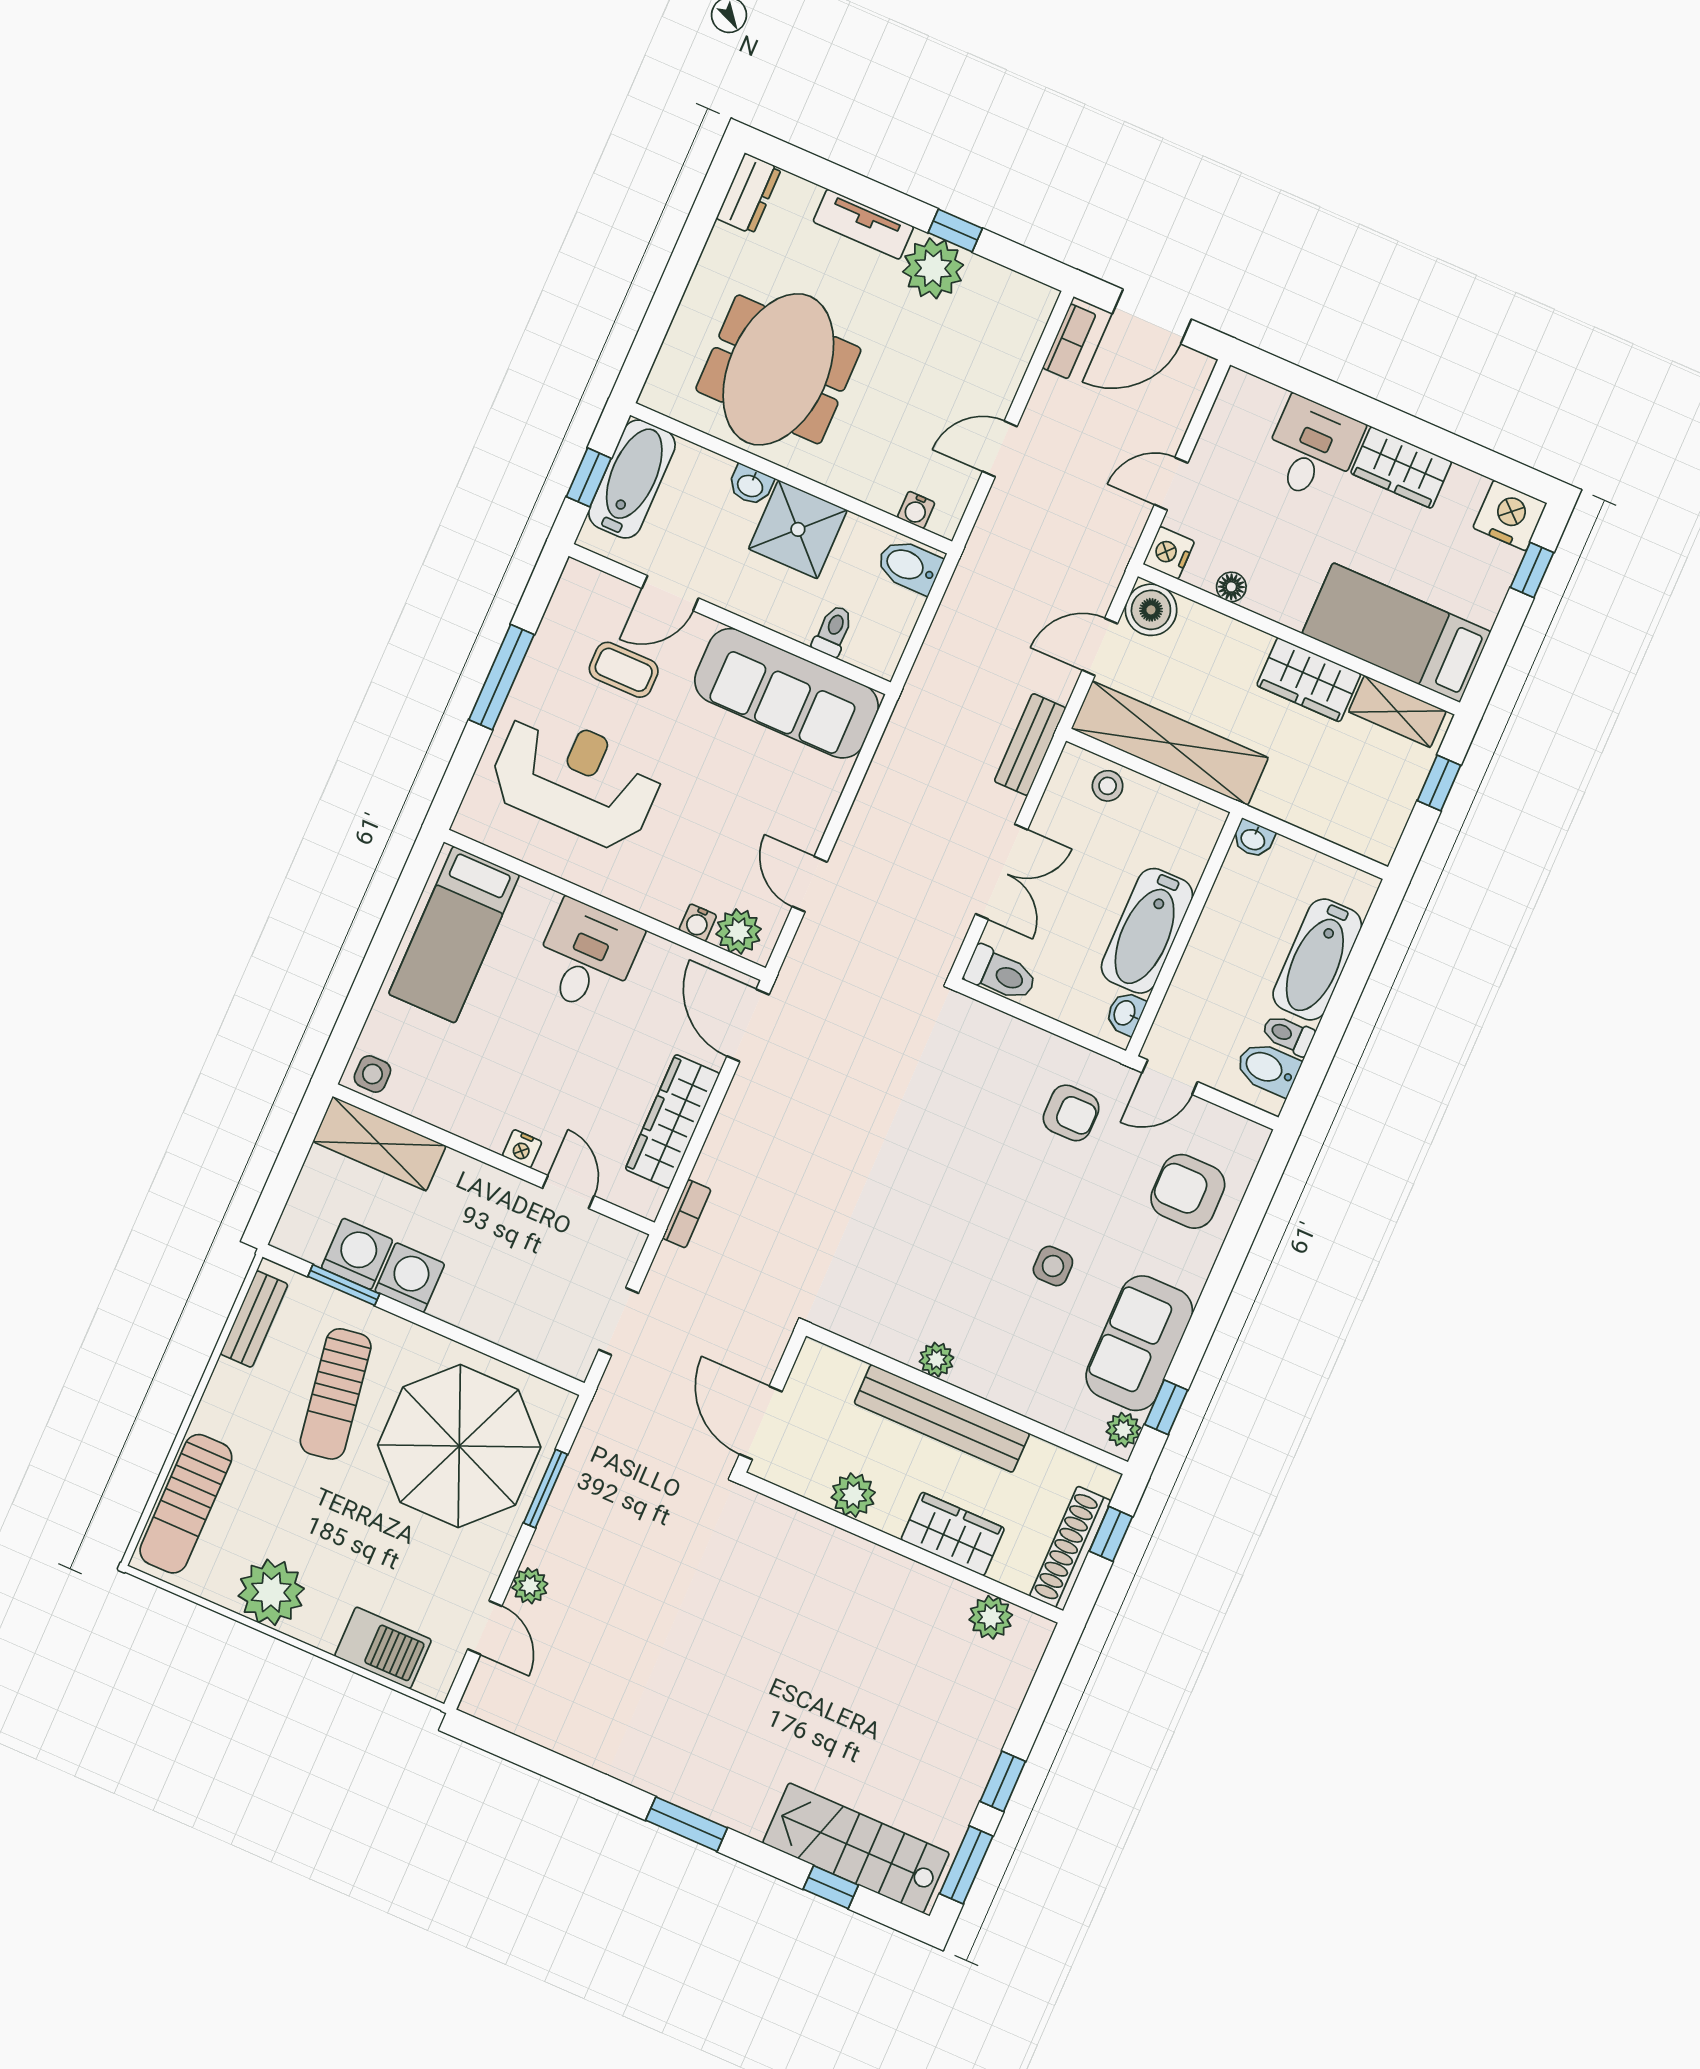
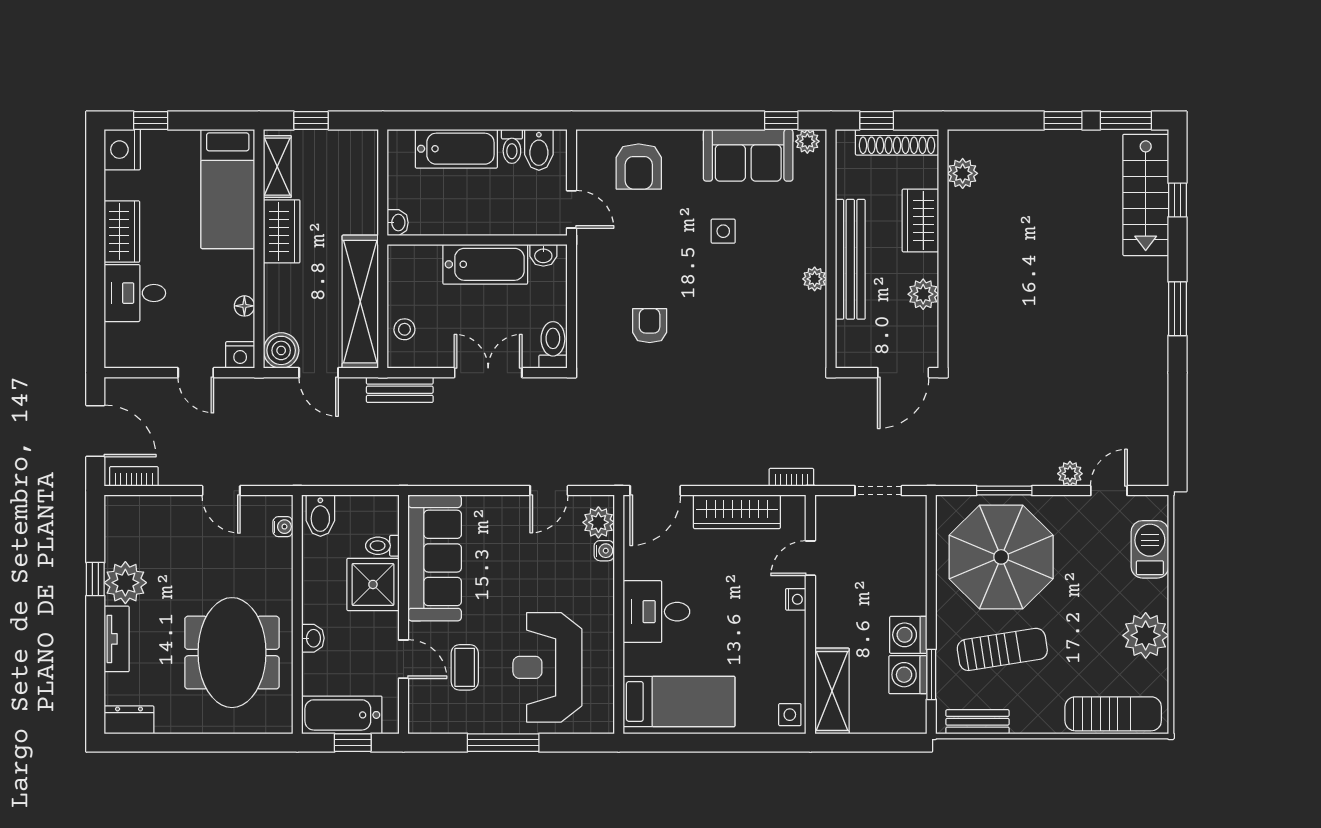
meeting table: (778, 369) -> (232, 653), turned 90
shower: (798, 529) -> (373, 584), moved
armchair: (1071, 1113) -> (650, 326), moved

